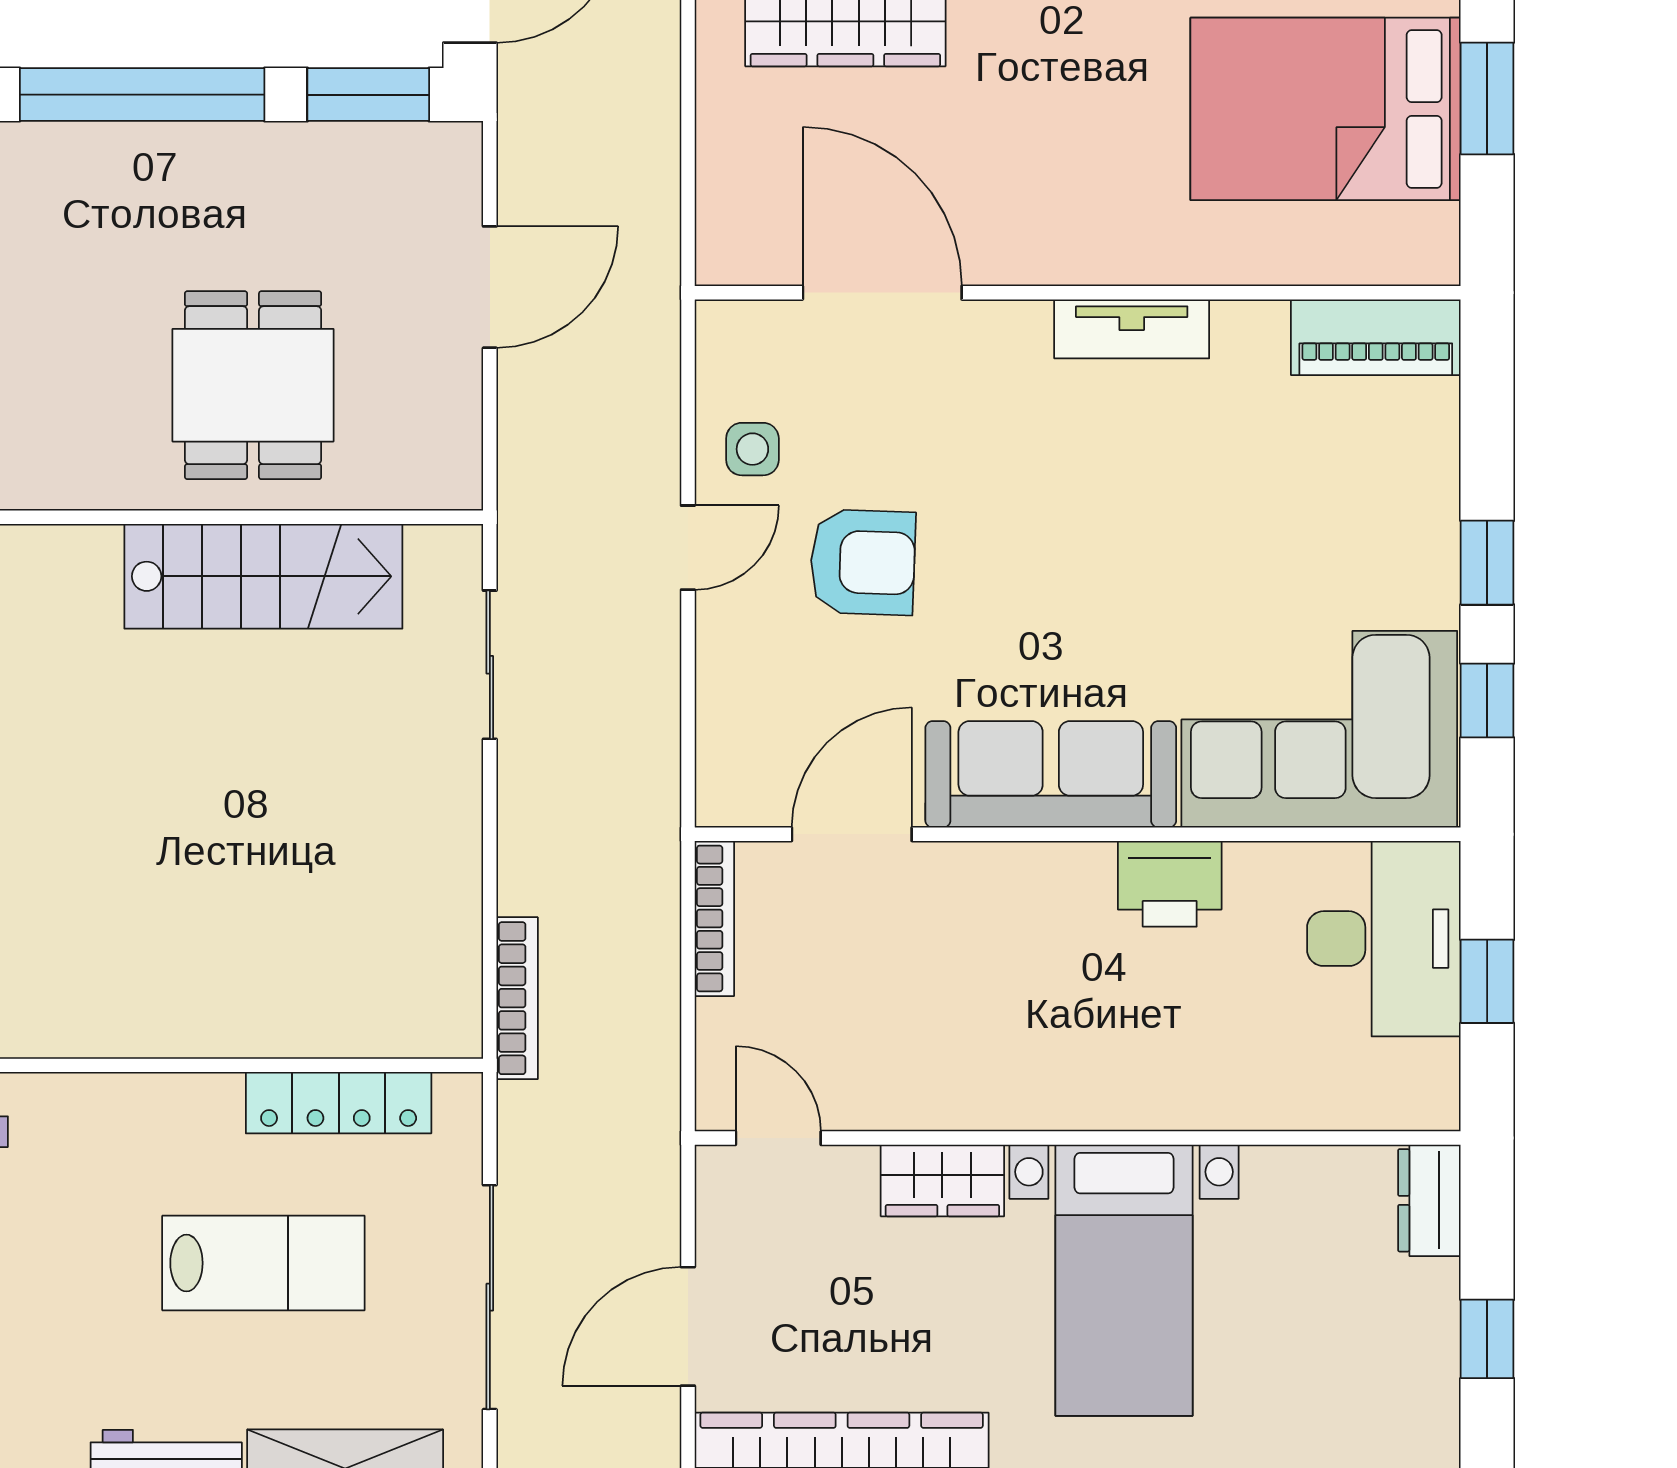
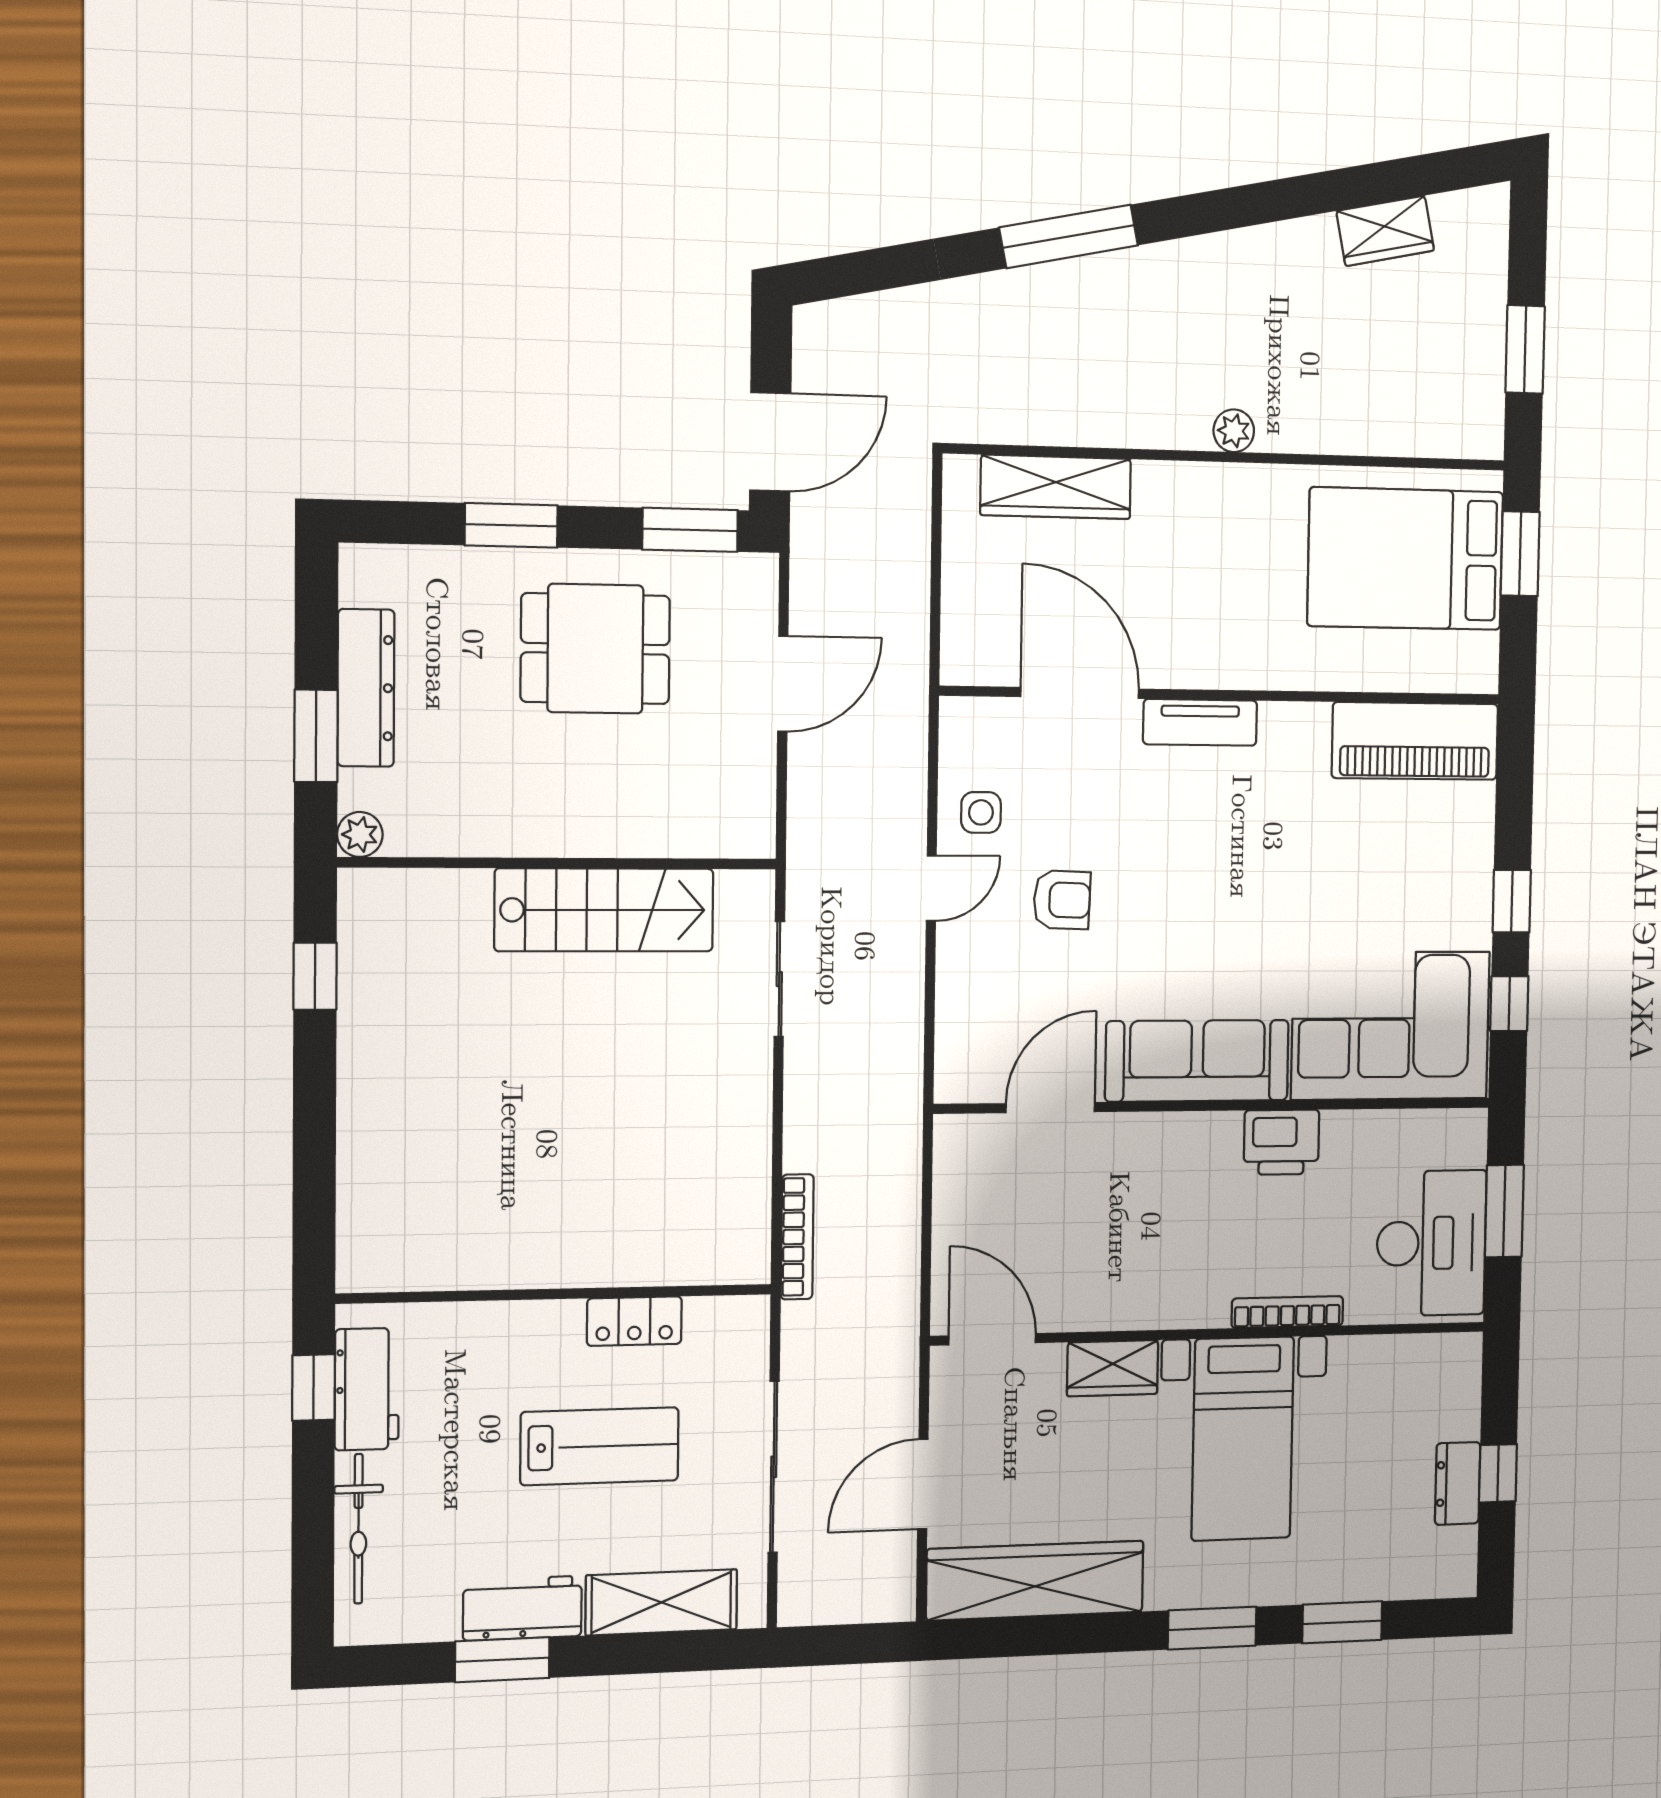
window: (142, 95) -> (511, 525), width x0.47
tv unit: (1132, 329) -> (1200, 722), moved
piano: (1376, 337) -> (1415, 741), width x1.37, depth x1.33
dining table: (253, 385) -> (595, 649), moved, turned 90
armchair: (863, 562) -> (1062, 900), width x0.72, depth x0.72
bookcase: (714, 918) -> (1287, 1312), moved, turned -90
desk: (1384, 939) -> (1431, 1243), moved
window: (1487, 981) -> (1504, 1211), width x1.50
locker: (339, 1103) -> (634, 1321), width x0.66
door: (778, 1138) -> (992, 1339), width x1.38
dresser: (1429, 1200) -> (1458, 1483), moved

